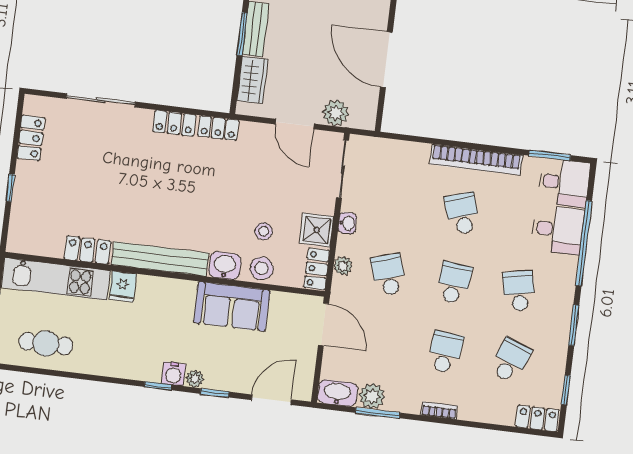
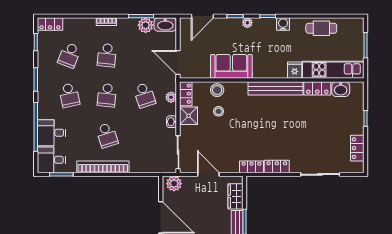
plant: (336, 113) -> (174, 184), moved
washbasin: (225, 266) -> (341, 89), moved
cafe table: (46, 344) -> (321, 28), moved
water cooler: (174, 374) -> (283, 24), moved

